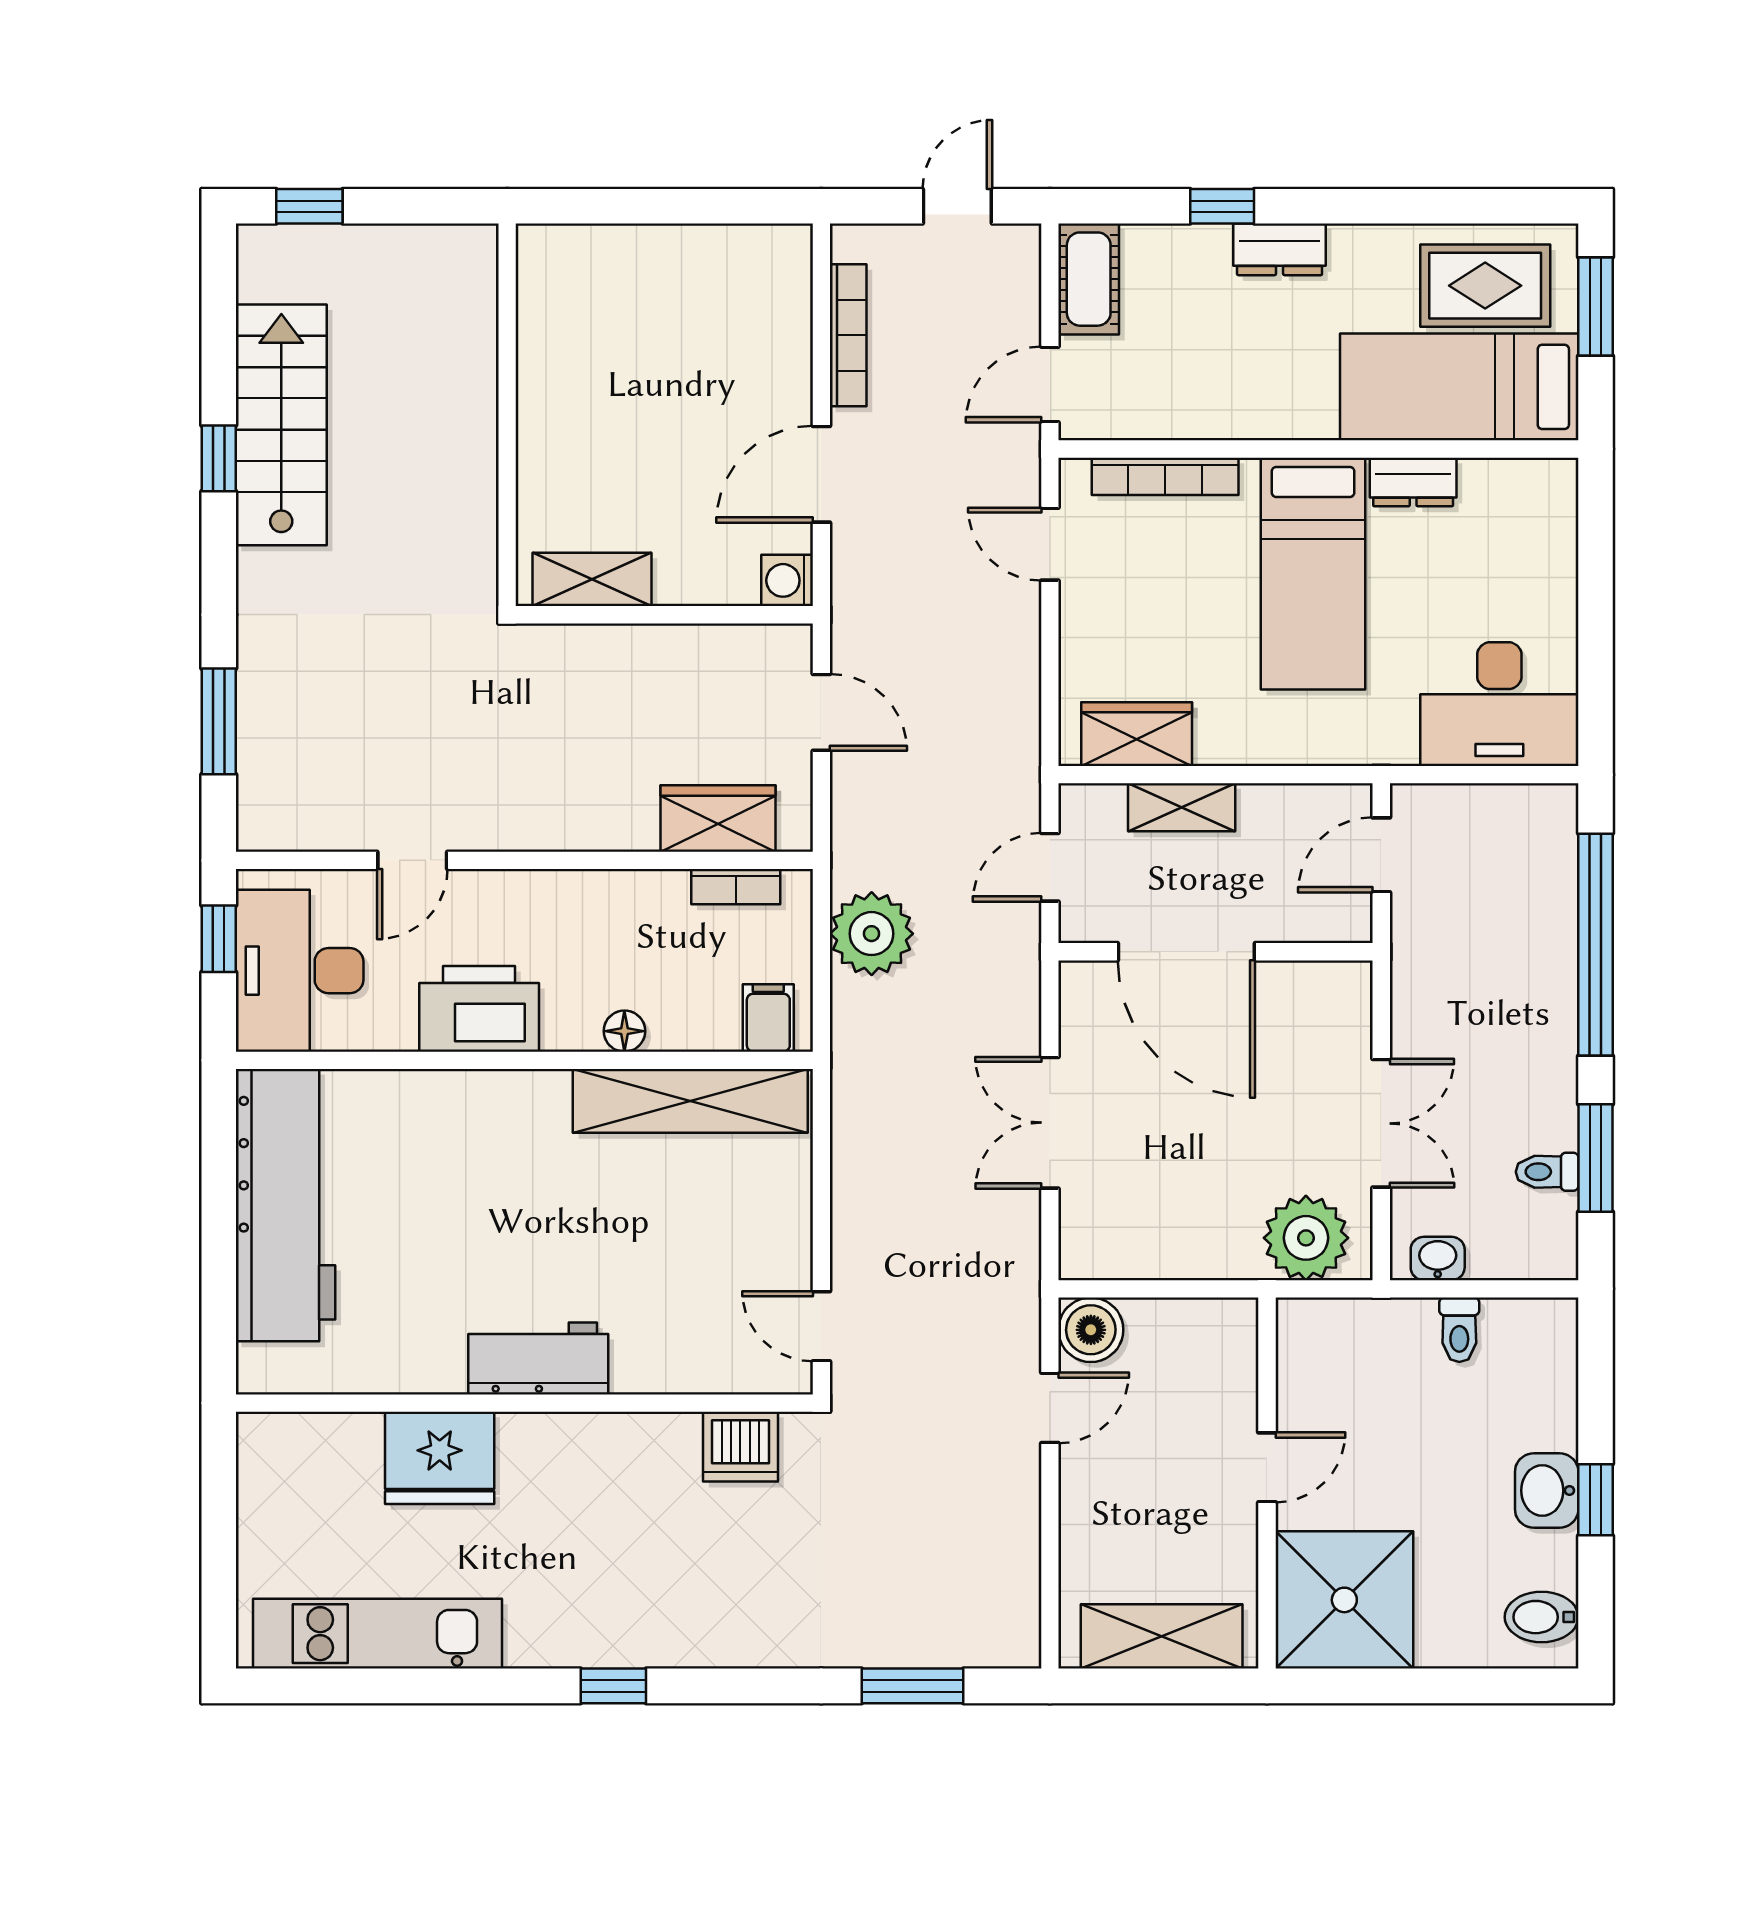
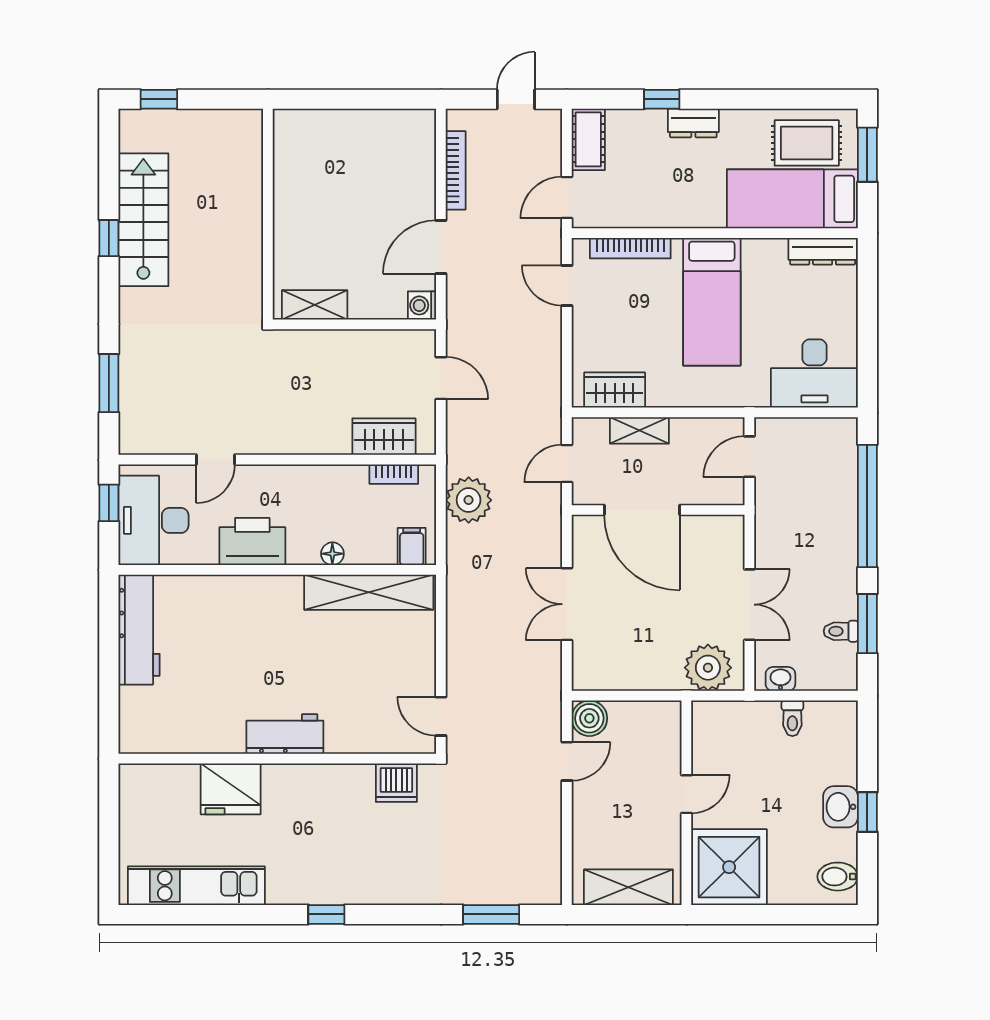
dresser: (1413, 482) -> (823, 251), moved, width x1.44
workbench: (285, 1205) -> (139, 630), width x0.73, depth x0.76

